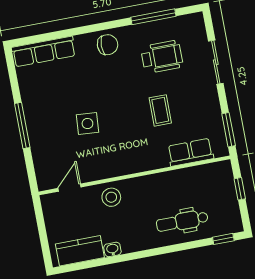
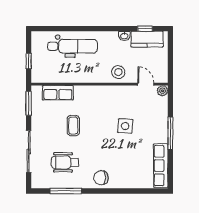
row of seats: (44, 51) -> (161, 166), moved, turned -90
sliding door: (216, 62) -> (29, 152), width x1.37
plant: (45, 183) -> (162, 91), added
door: (70, 188) -> (146, 84), swing flipped
dental chair: (182, 221) -> (73, 46), width x1.36, depth x1.38
window: (223, 239) -> (145, 29), moved

